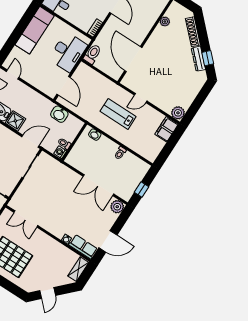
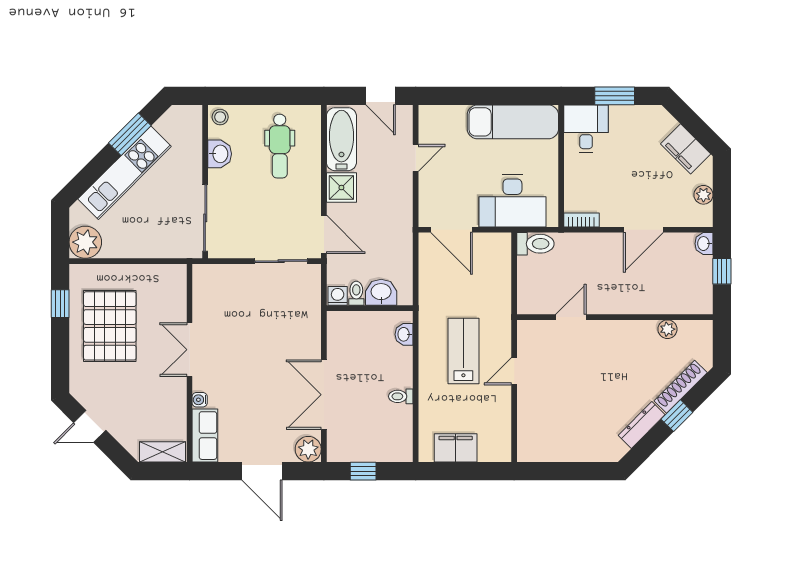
window: (208, 58) -> (677, 416), moved
door: (133, 59) -> (571, 317), width x0.53
door: (13, 74) -> (416, 158), moved
door: (63, 86) -> (452, 230), hinge flipped
door: (141, 98) -> (514, 371), hinge flipped
plant: (178, 113) -> (530, 449), removed
washbasin: (59, 114) -> (381, 292), moved, turned 90
filing cabinet: (167, 129) -> (456, 448), moved
double door: (26, 219) -> (190, 350), moved
door: (108, 241) -> (262, 471), moved

